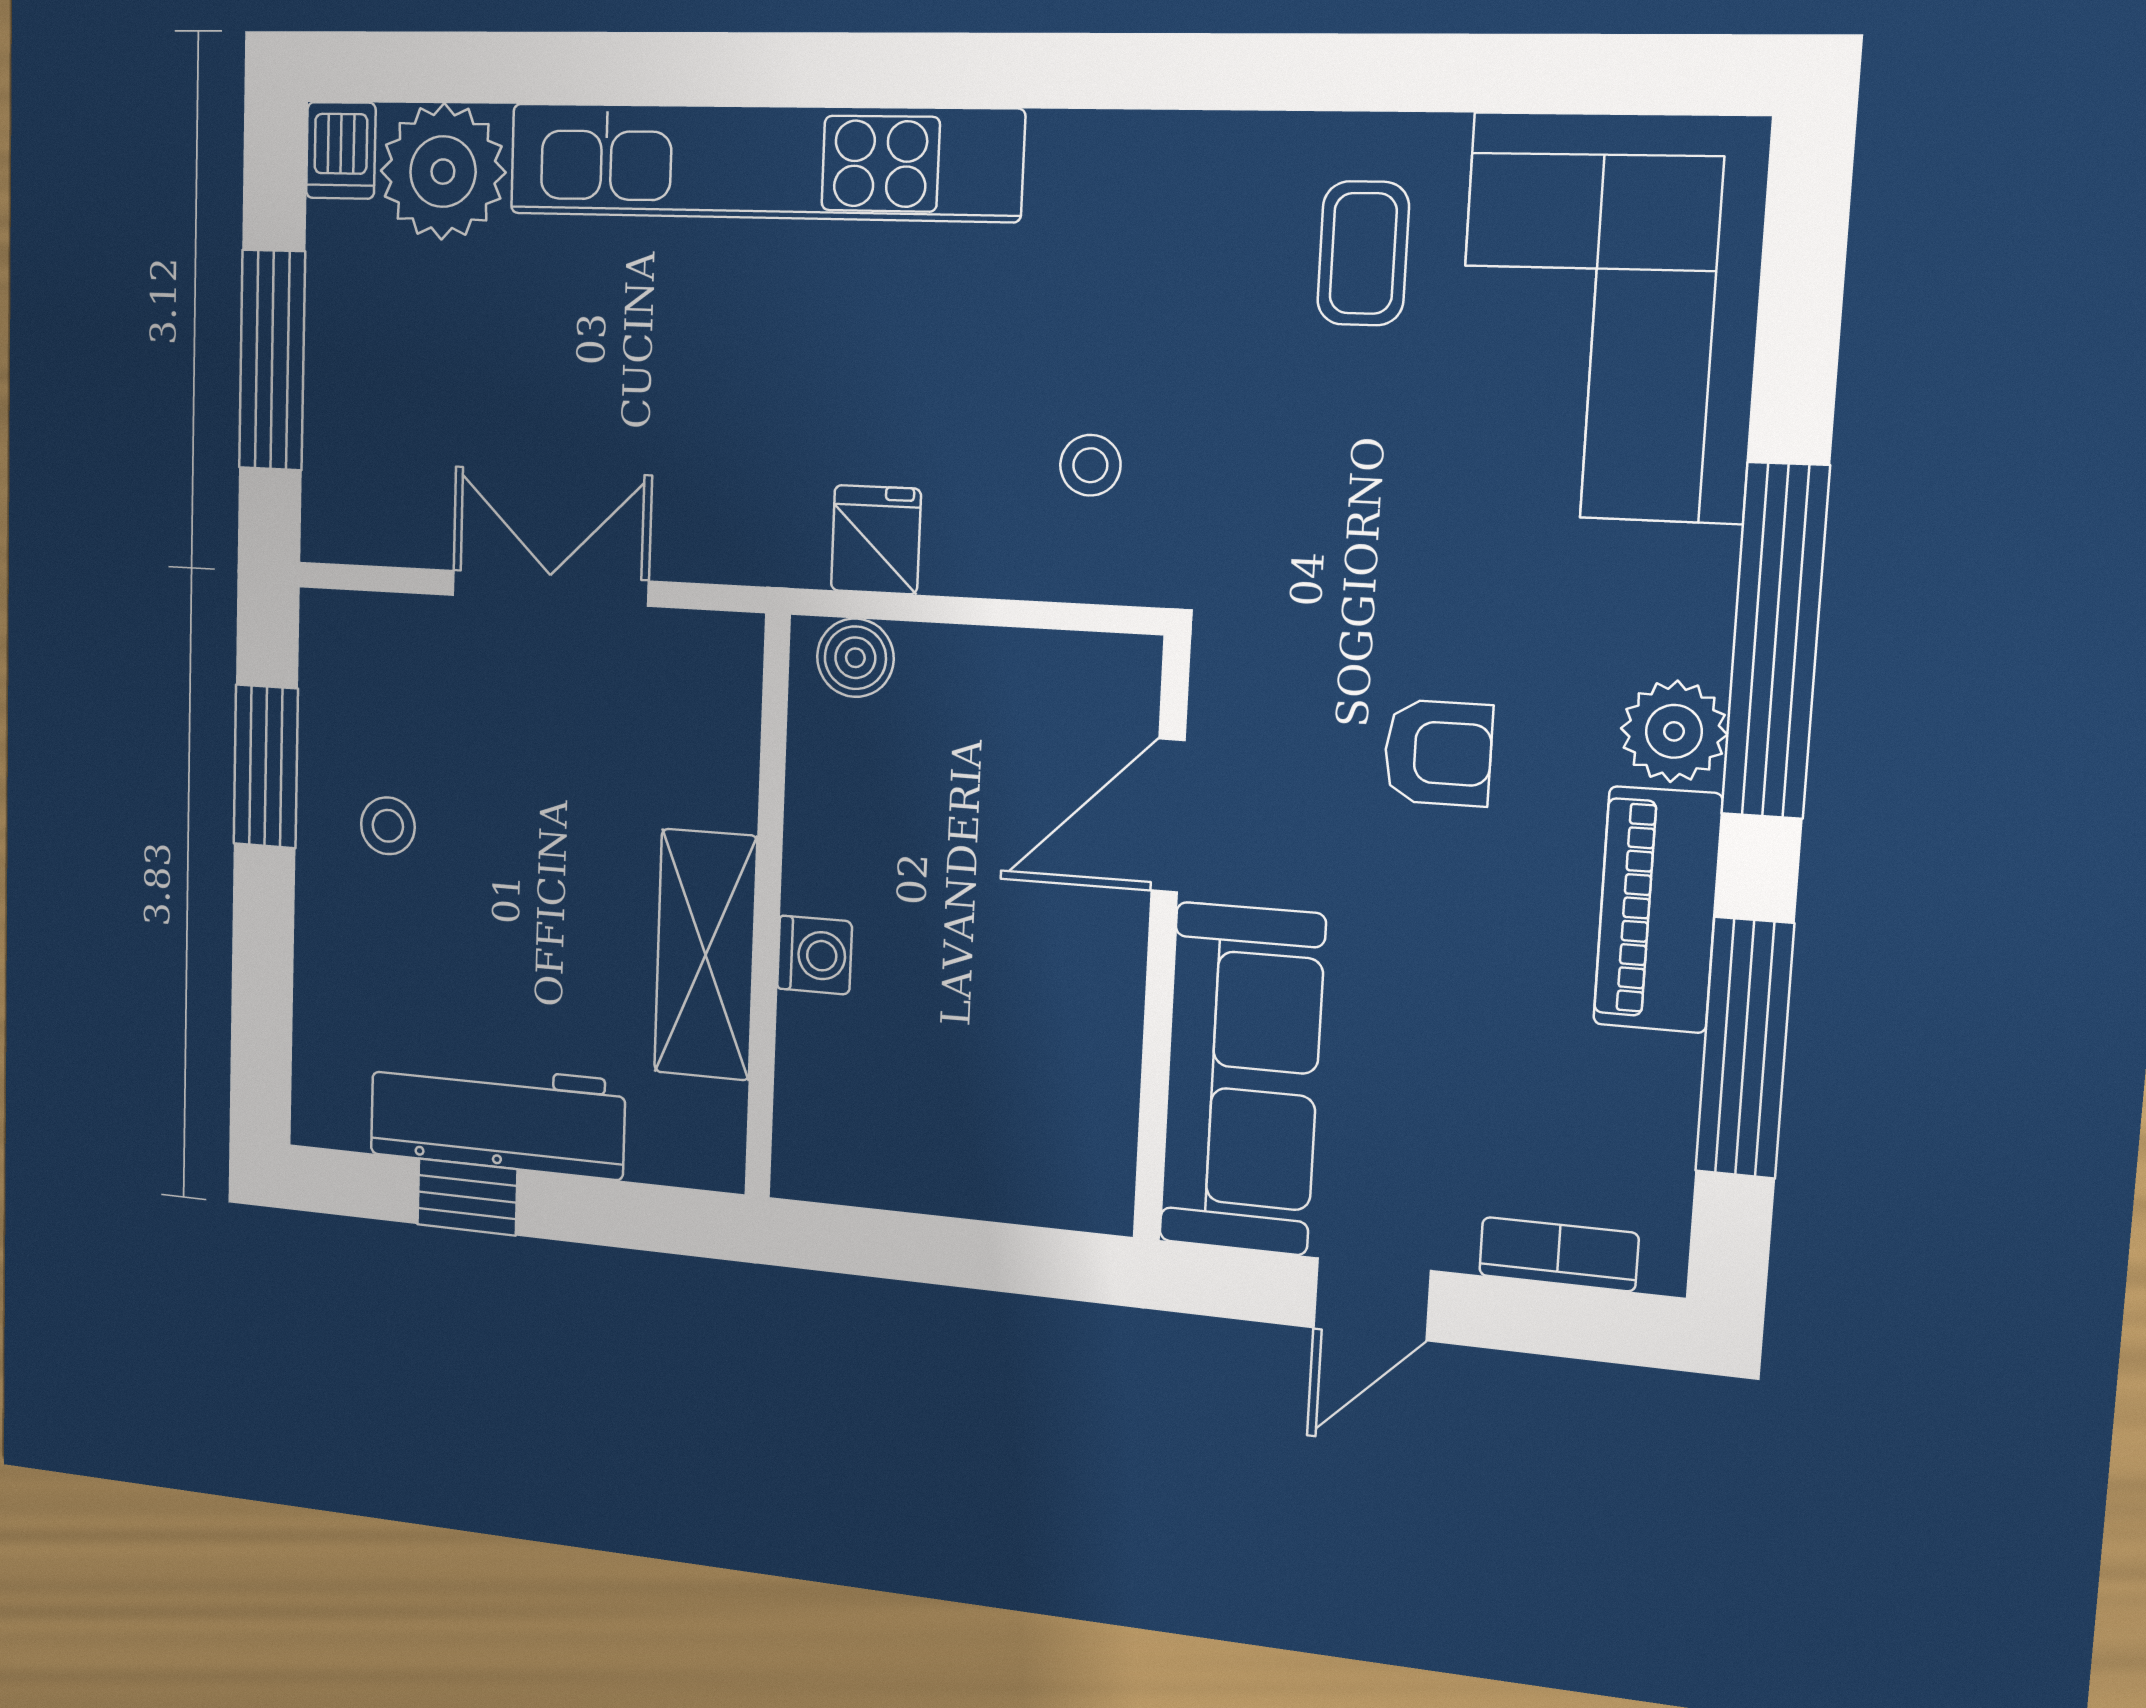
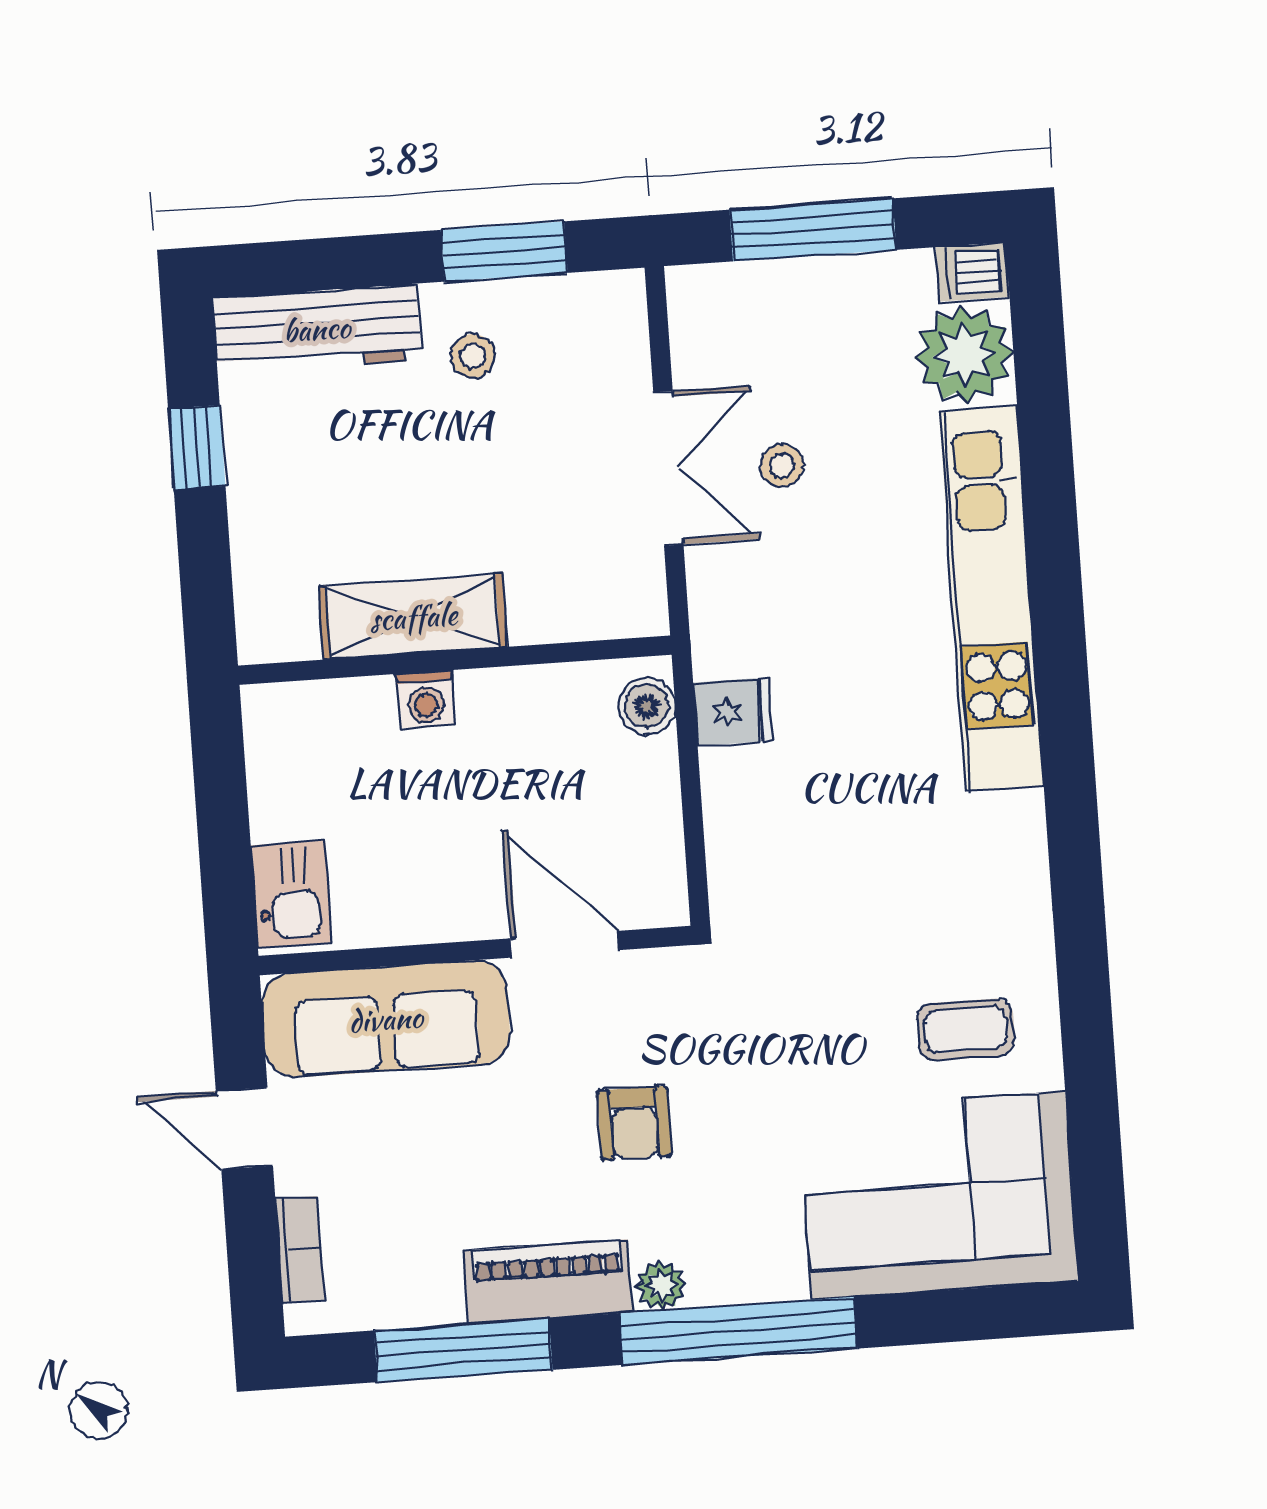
stool: (1090, 465) -> (782, 466), moved
plant: (1674, 731) -> (661, 1285), width x0.73, depth x0.73
workbench: (497, 1118) -> (317, 329), moved, turned 90
kitchen sink: (1054, 1178) -> (291, 894), added

